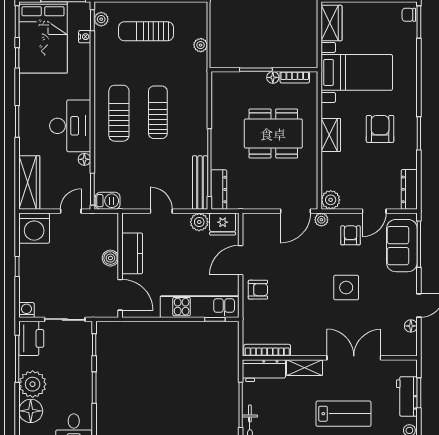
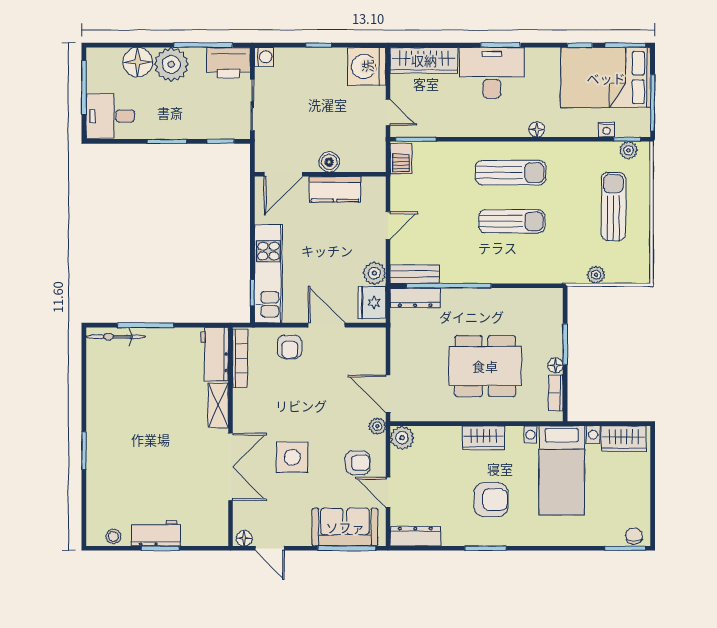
desk: (70, 126) -> (492, 73), moved, turned 180
dining table: (273, 134) -> (485, 366), turned 90
floor lamp: (84, 159) -> (537, 129), moved
bench: (200, 183) -> (415, 274), width x0.73
bookcase: (267, 350) -> (240, 358), moved
wall: (330, 358) -> (230, 437), moved
double door: (354, 358) -> (230, 467), moved
shelving: (305, 368) -> (218, 405), moved
workbench: (264, 371) -> (214, 354), moved
lab bench: (343, 414) -> (134, 454), removed

